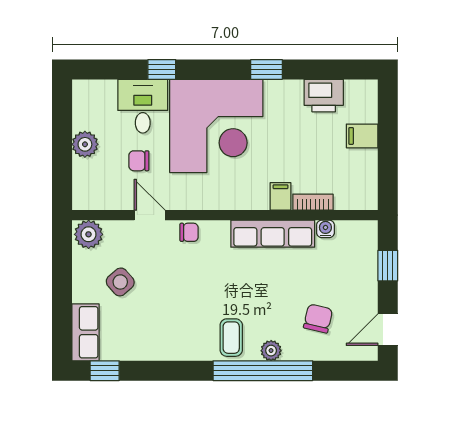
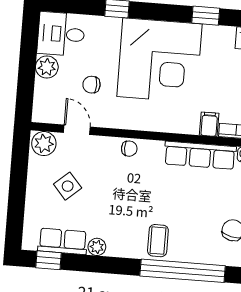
desk: (143, 106) -> (61, 34), moved, turned -90
door: (150, 215) -> (77, 130), moved
row of seats: (85, 332) -> (63, 241), moved, turned -90
plant: (271, 351) -> (97, 247), moved

